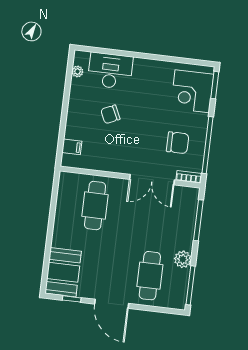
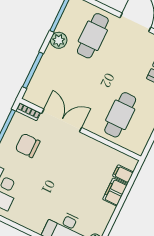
chair: (110, 114) -> (79, 191), removed
filing cabinet: (74, 126) -> (115, 192), added

